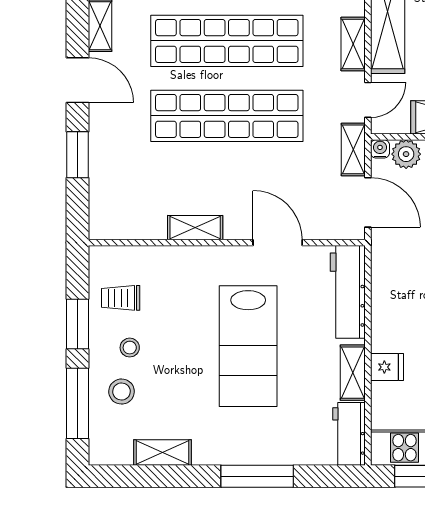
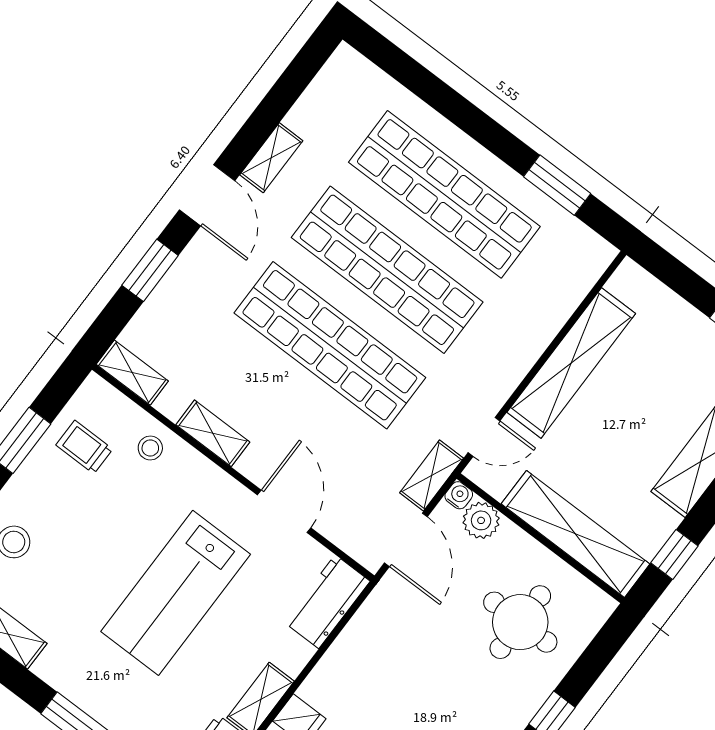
shelving: (353, 44) -> (132, 373), moved, turned 90
workbench: (348, 292) -> (327, 602), width x0.73
stool: (130, 348) -> (150, 448), moved

